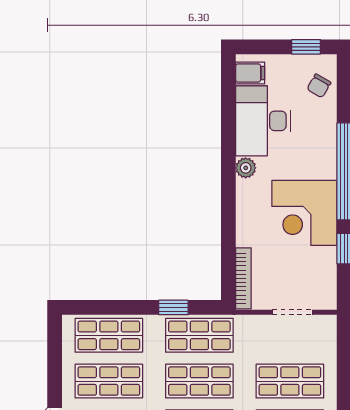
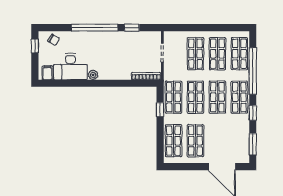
corner desk: (304, 213) -> (115, 47), removed

